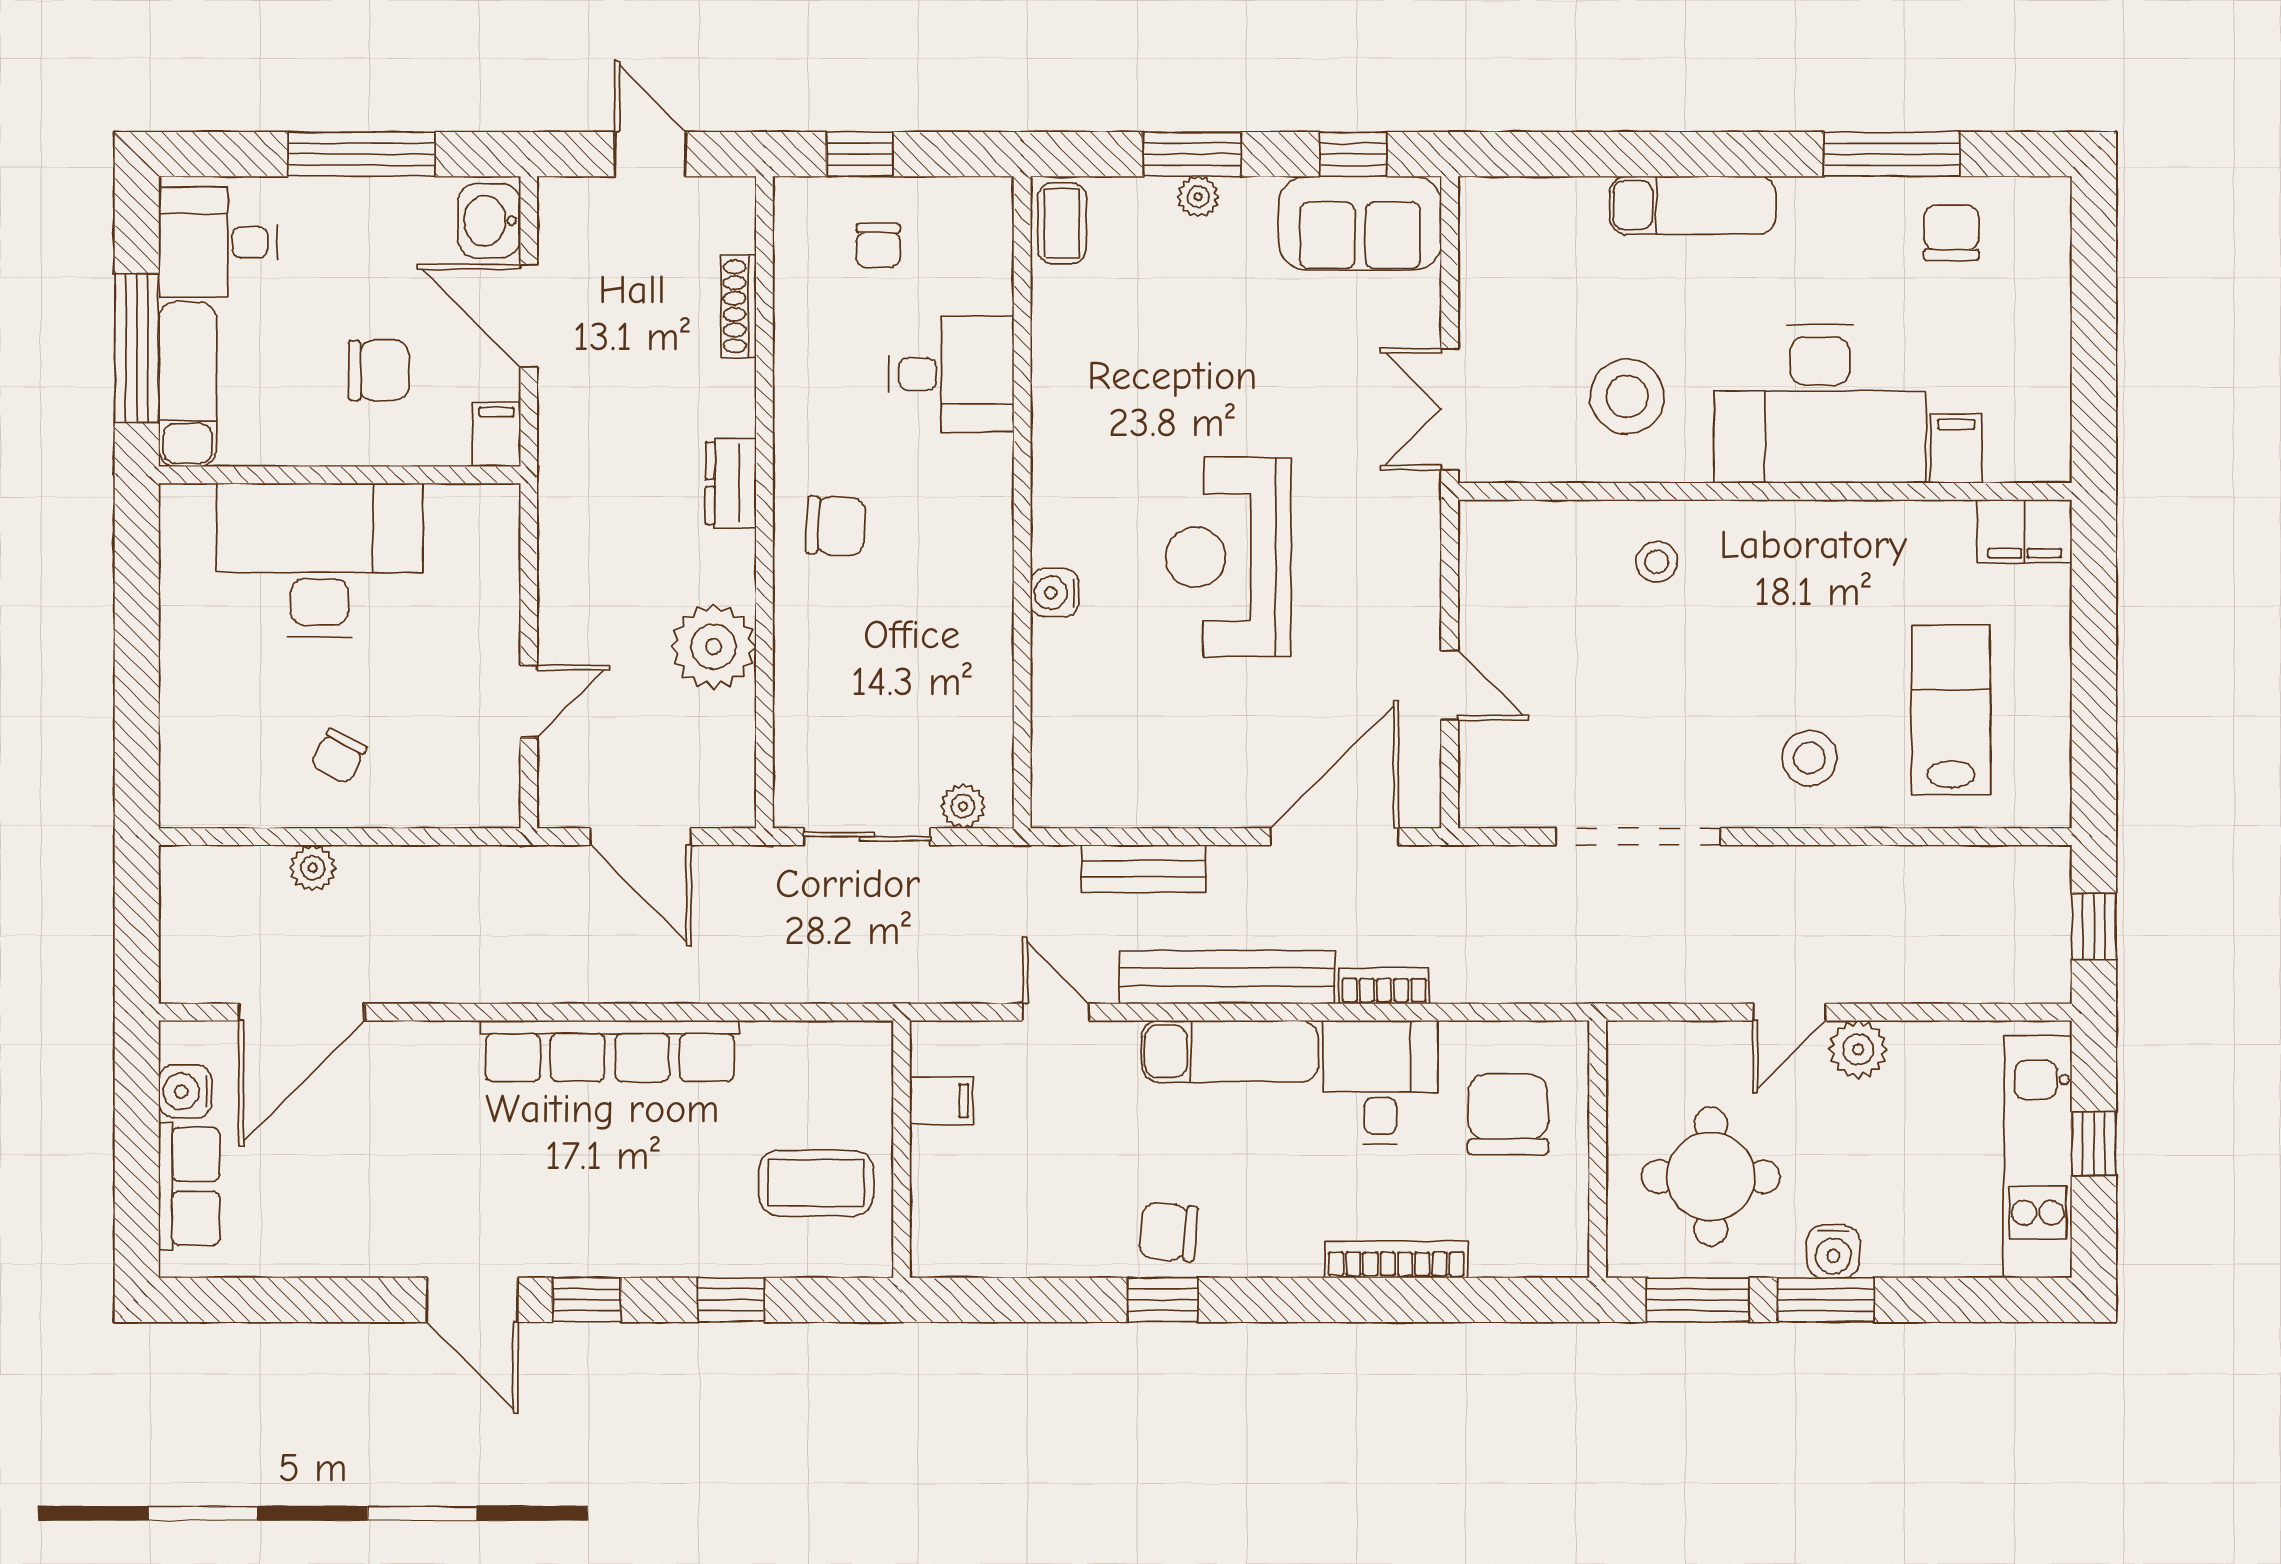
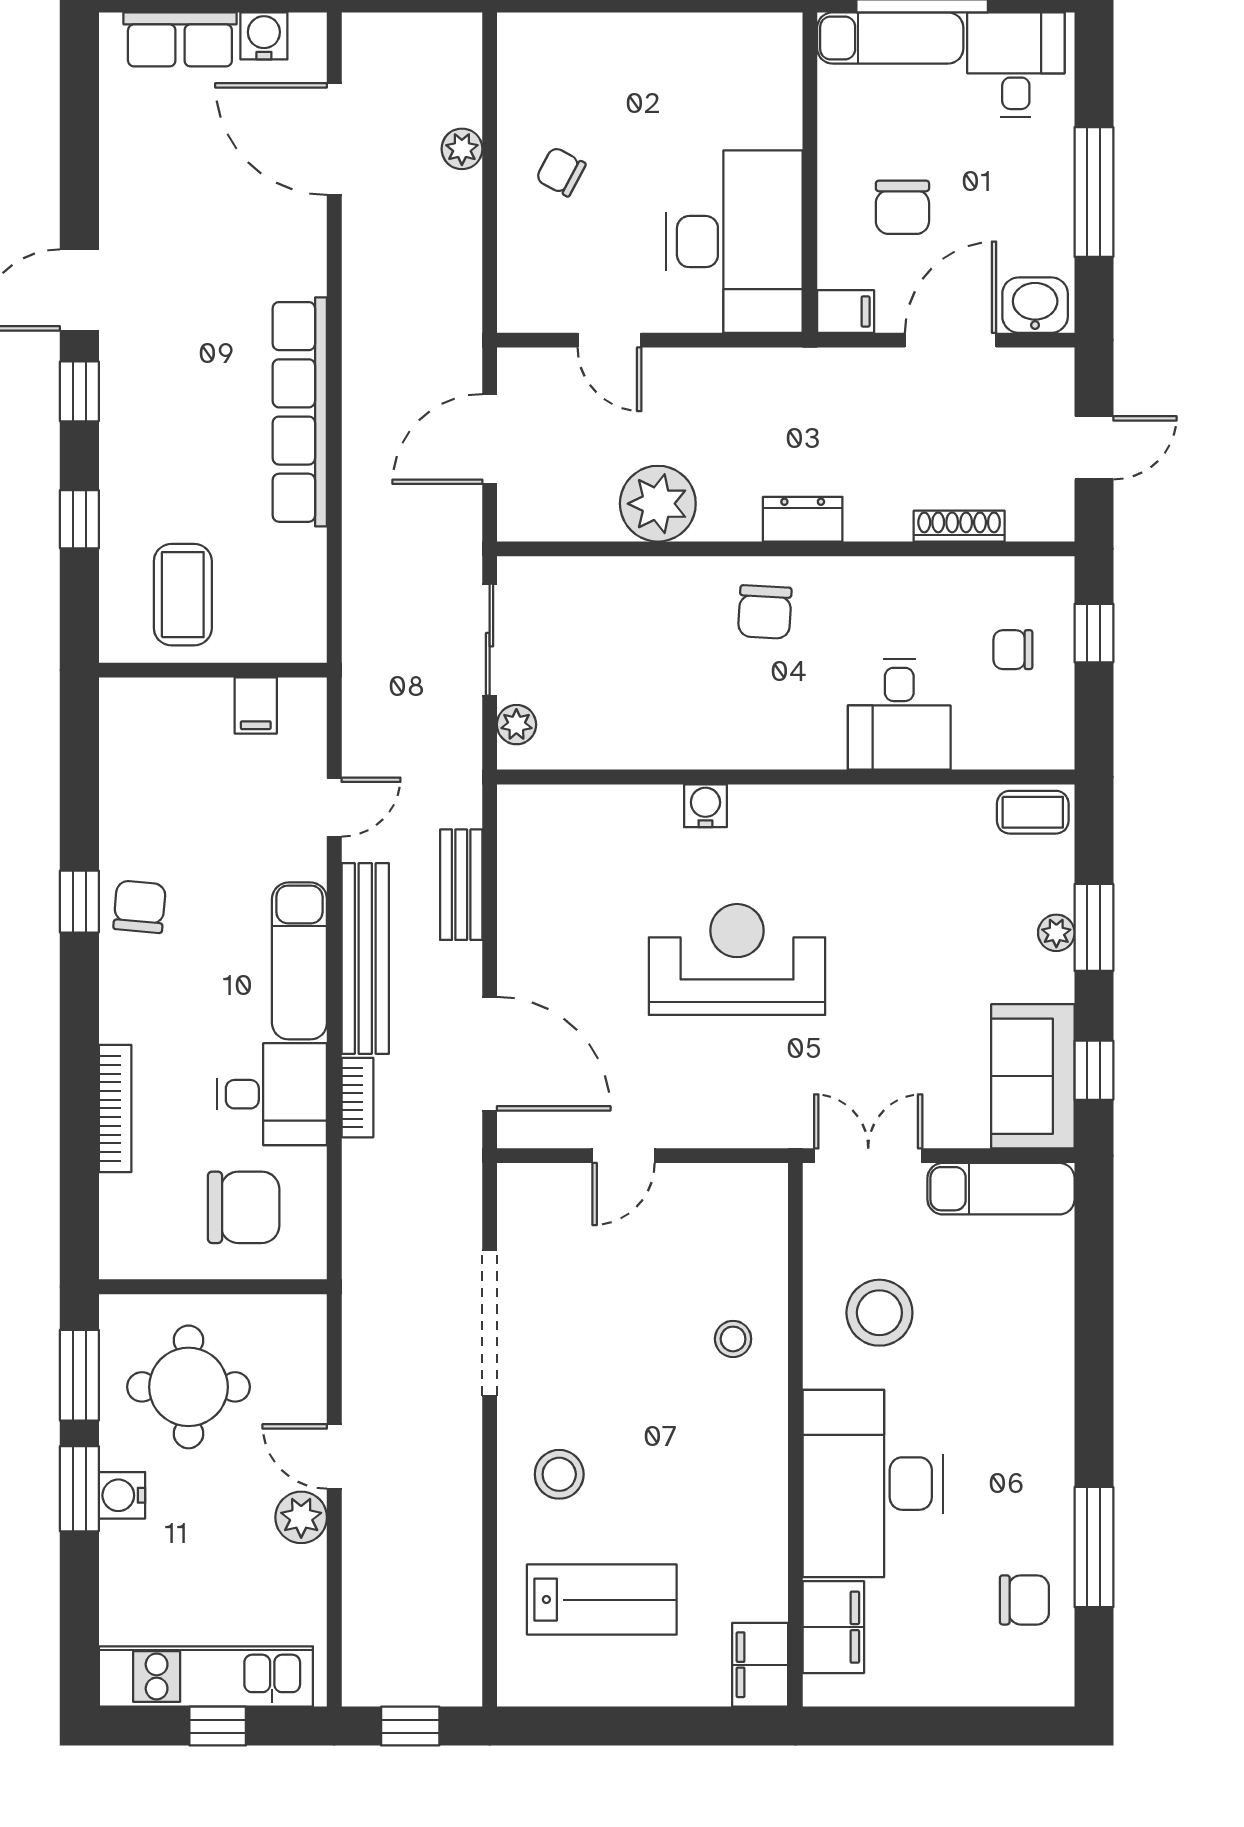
exam couch: (1693, 205) -> (1001, 1189), moved, turned -90
filing cabinet: (1956, 448) -> (833, 1627), width x2.00
desk: (319, 560) -> (734, 242), moved

